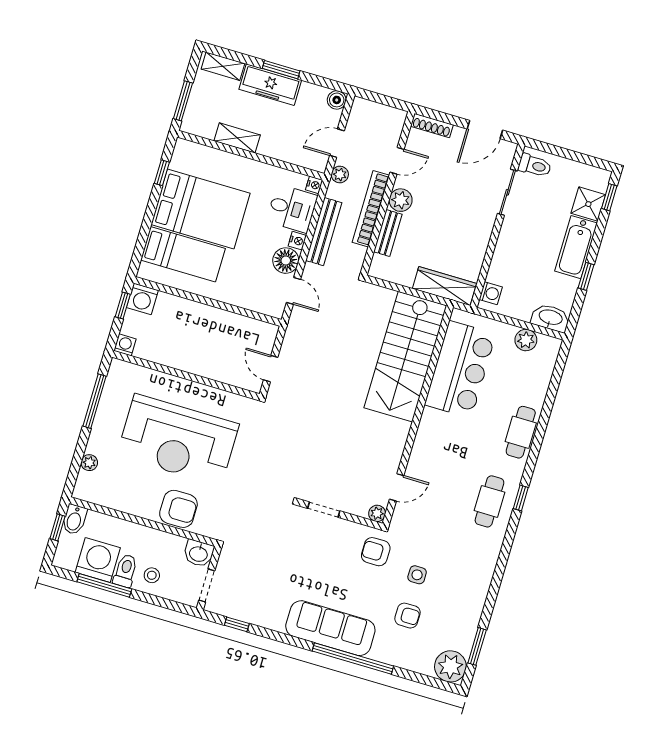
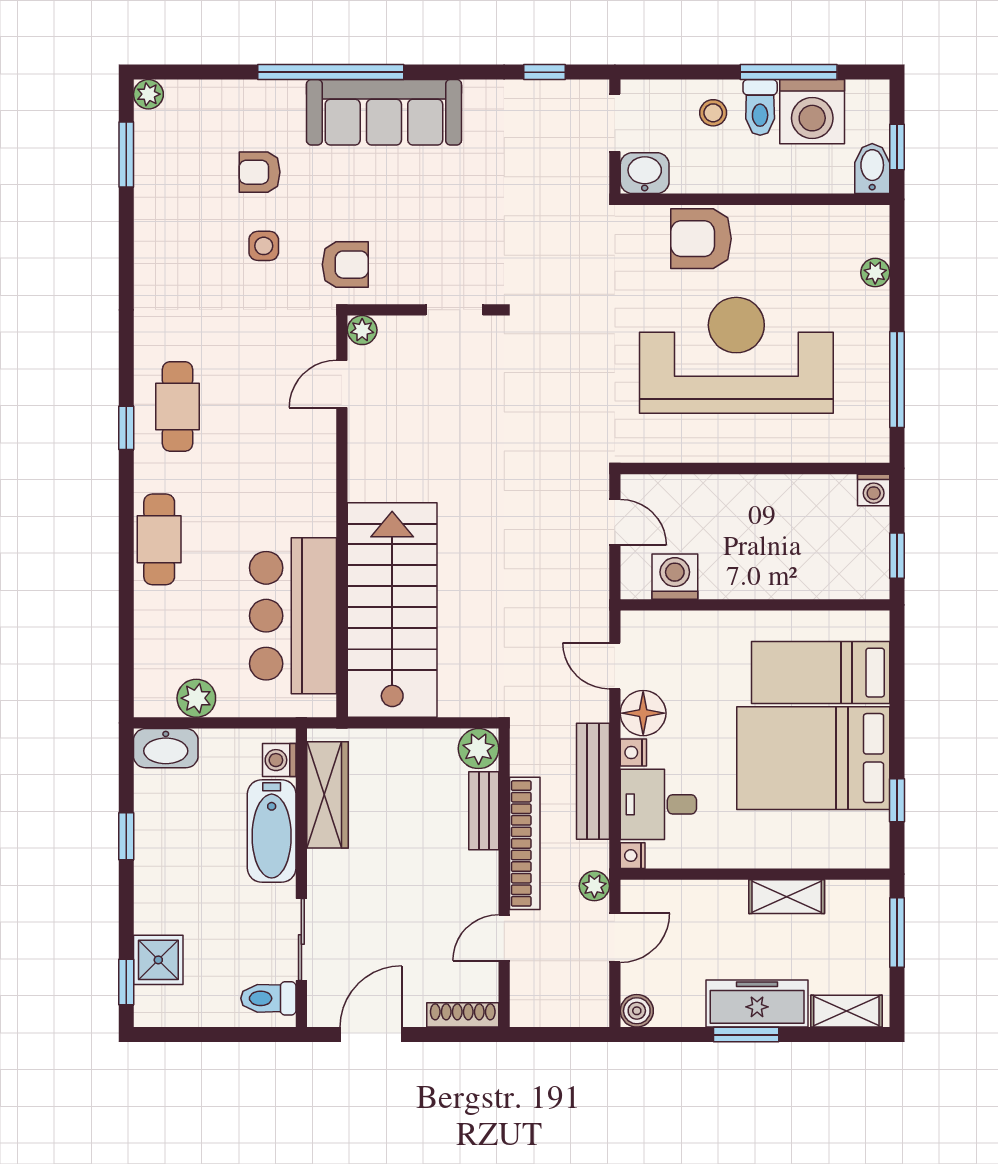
plant: (401, 200) -> (479, 749), moved
bathtub: (576, 247) -> (272, 831), moved, turned 180
wardrobe: (444, 286) -> (328, 795), moved, turned -90
washing machine: (142, 299) -> (675, 577), moved
plant: (450, 666) -> (148, 94), width x0.53, depth x0.53

